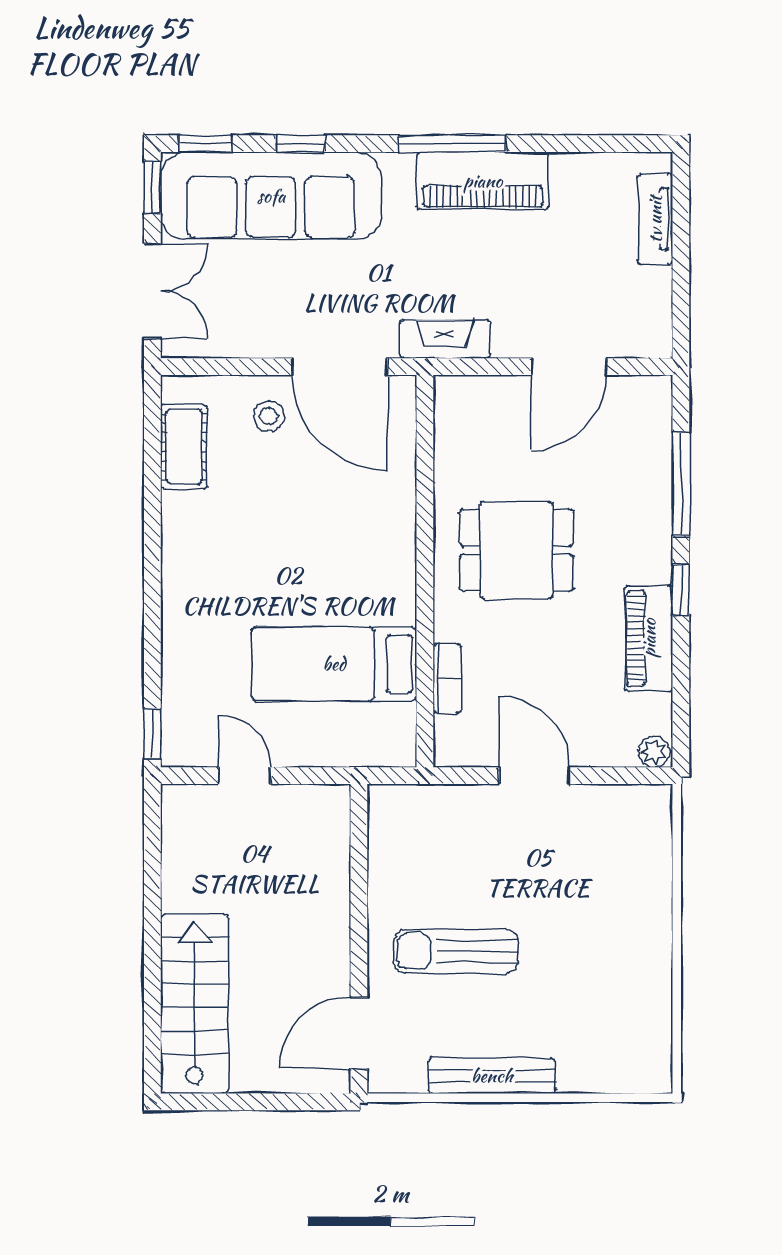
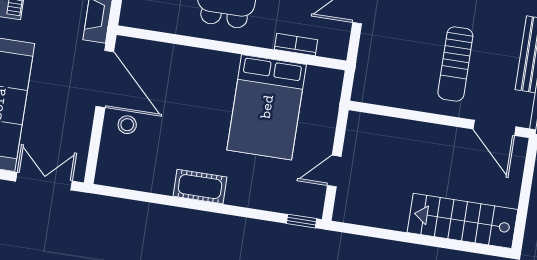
door: (339, 367) -> (105, 79), hinge flipped
cot: (184, 447) -> (200, 187), moved
bed: (334, 664) -> (267, 107), width x1.50

